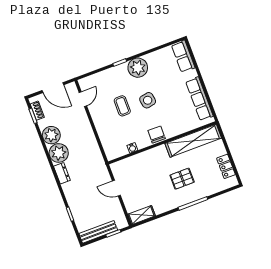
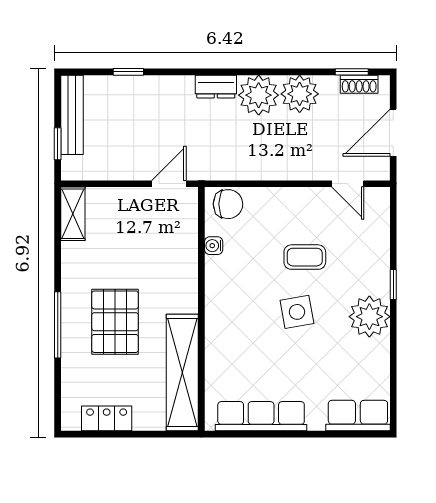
chair: (157, 135) -> (228, 204), moved
pallet: (182, 179) -> (115, 322), width x1.50, depth x1.42
door: (116, 188) -> (169, 184), moved

